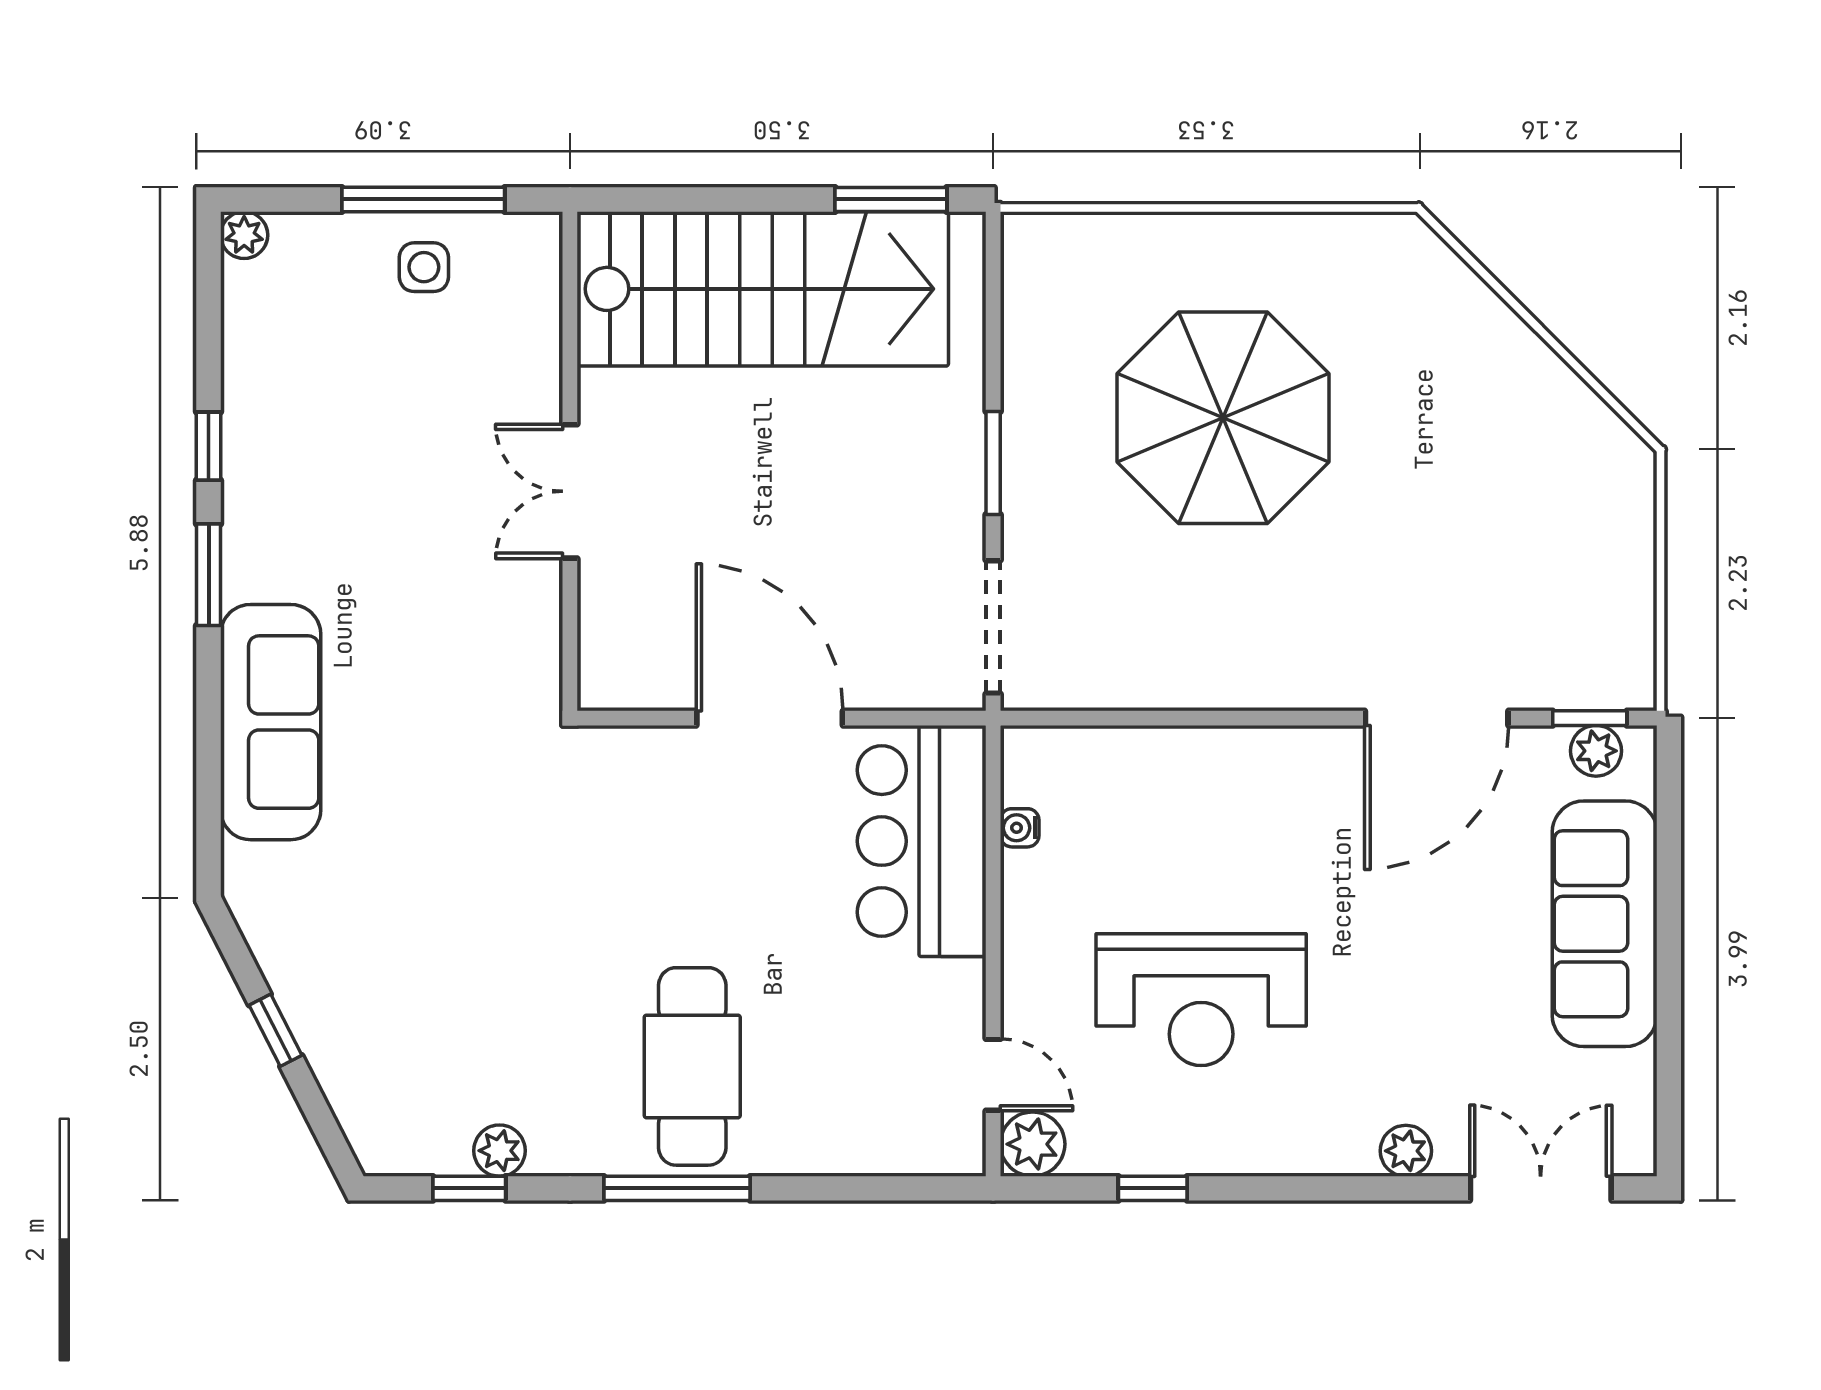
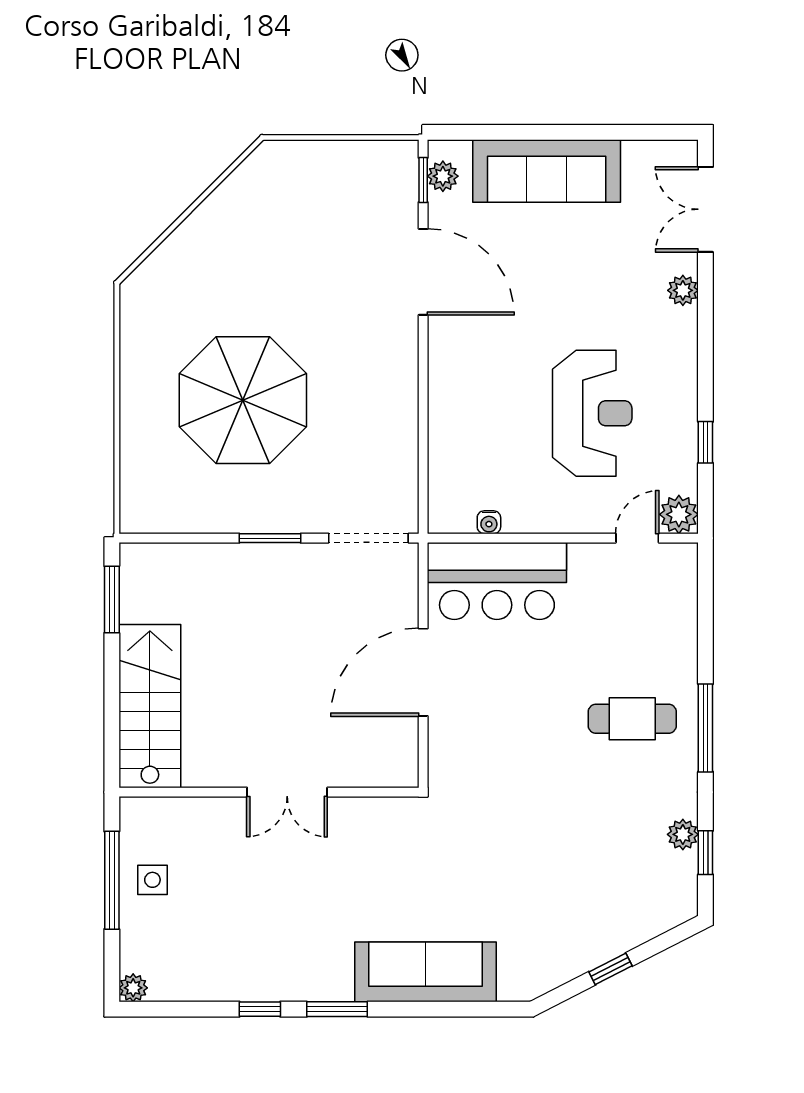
stairs: (763, 289) -> (150, 706), width x0.73, depth x0.66
cafe table: (692, 1066) -> (632, 719), width x0.73, depth x0.74

